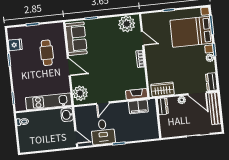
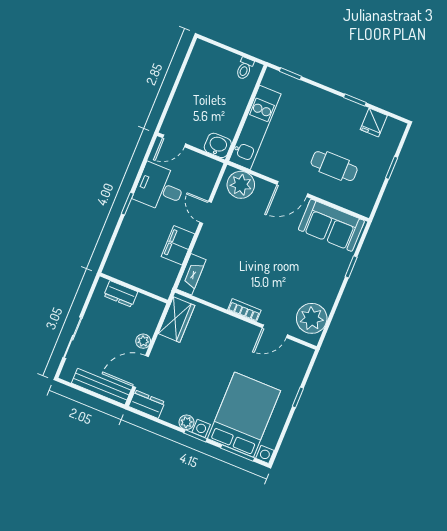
dresser: (163, 106) -> (121, 294), moved
filing cabinet: (138, 107) -> (178, 245), moved

